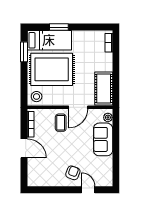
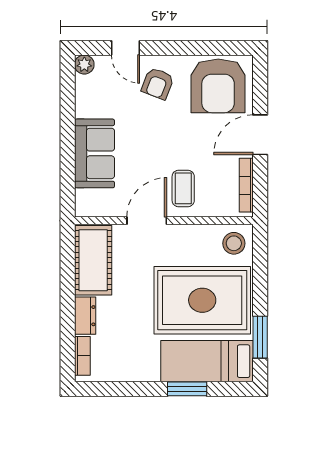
dresser: (107, 62) -> (85, 316), added
plant: (108, 117) -> (84, 64), moved
door: (24, 148) -> (260, 135), hinge flipped
armchair: (44, 172) -> (218, 86), added

